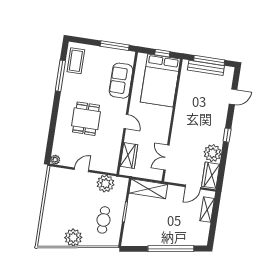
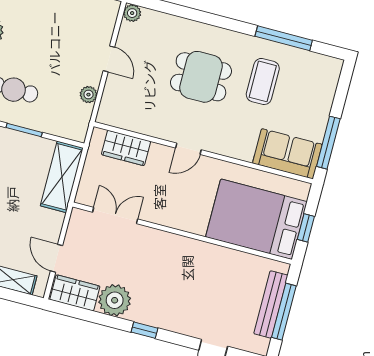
coffee table: (76, 61) -> (263, 81), moved, turned 90
sofa: (121, 81) -> (287, 154), moved
plant: (105, 184) -> (88, 95), width x0.53, depth x0.53

